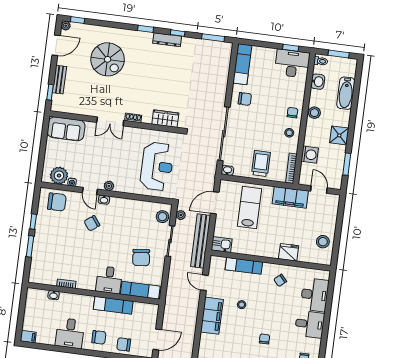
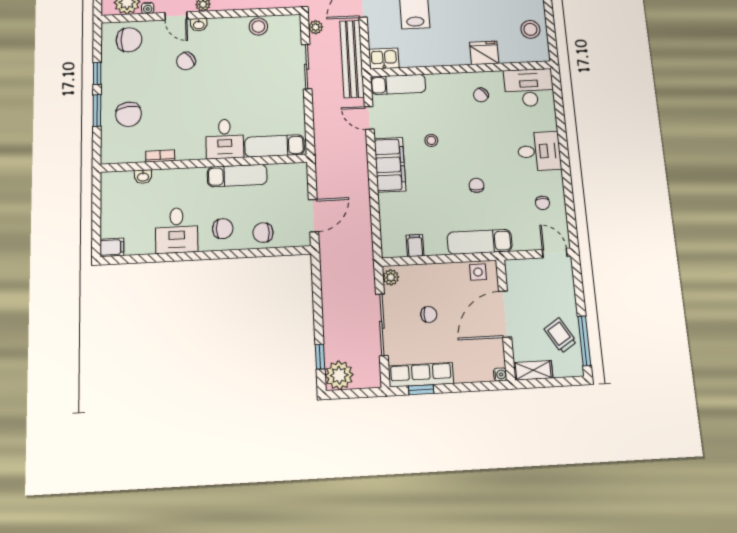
stool: (162, 217) -> (258, 27), moved
chair: (141, 258) -> (129, 114), moved
exam couch: (244, 266) -> (398, 84), moved
desk: (315, 295) -> (529, 88), moved, turned -90

